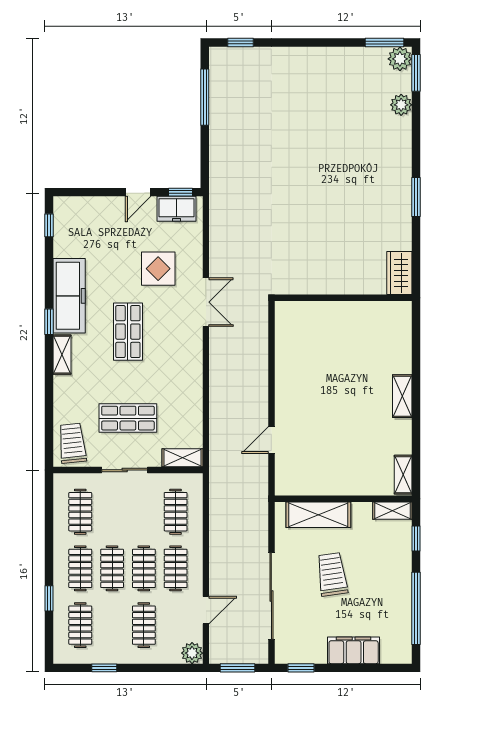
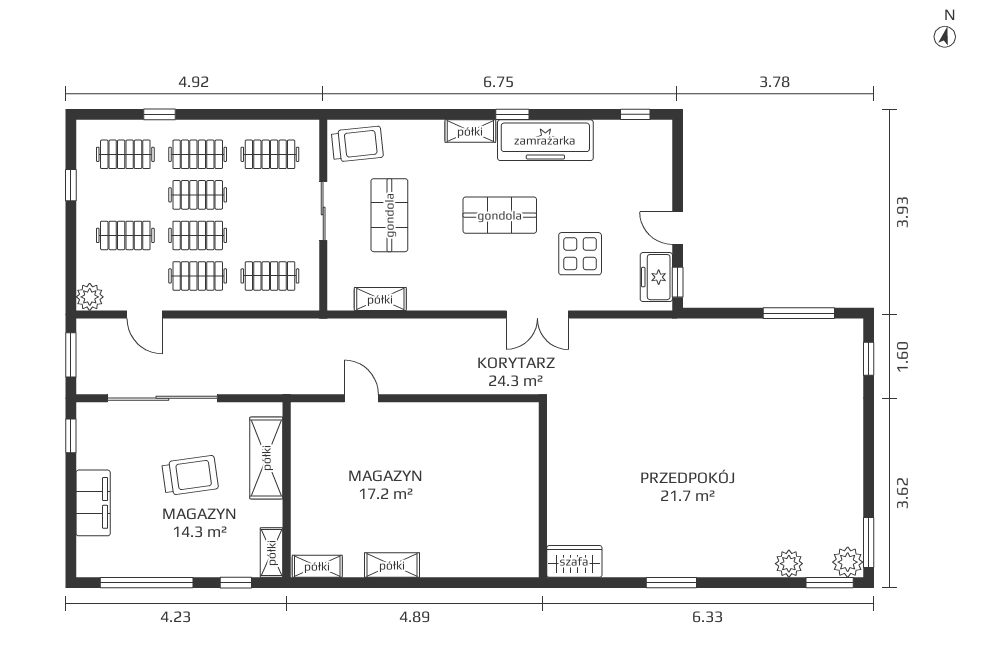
shelving: (402, 396) -> (392, 565), moved
shelving: (182, 458) -> (380, 299), moved, turned 90

